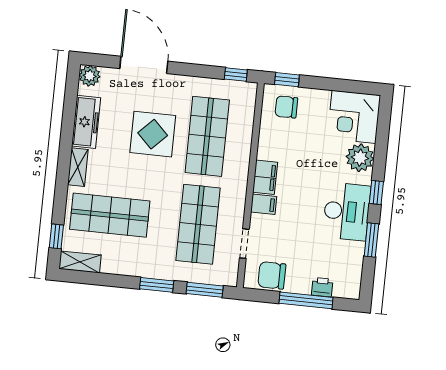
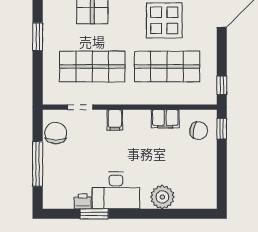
chair: (286, 107) -> (199, 131), turned 101
corner desk: (354, 117) -> (196, 188), removed
filing cabinet: (265, 177) -> (165, 119), moved
window: (376, 193) -> (134, 214), removed
printer: (322, 287) -> (83, 201), moved, turned -90
window: (205, 290) -> (38, 78), removed

